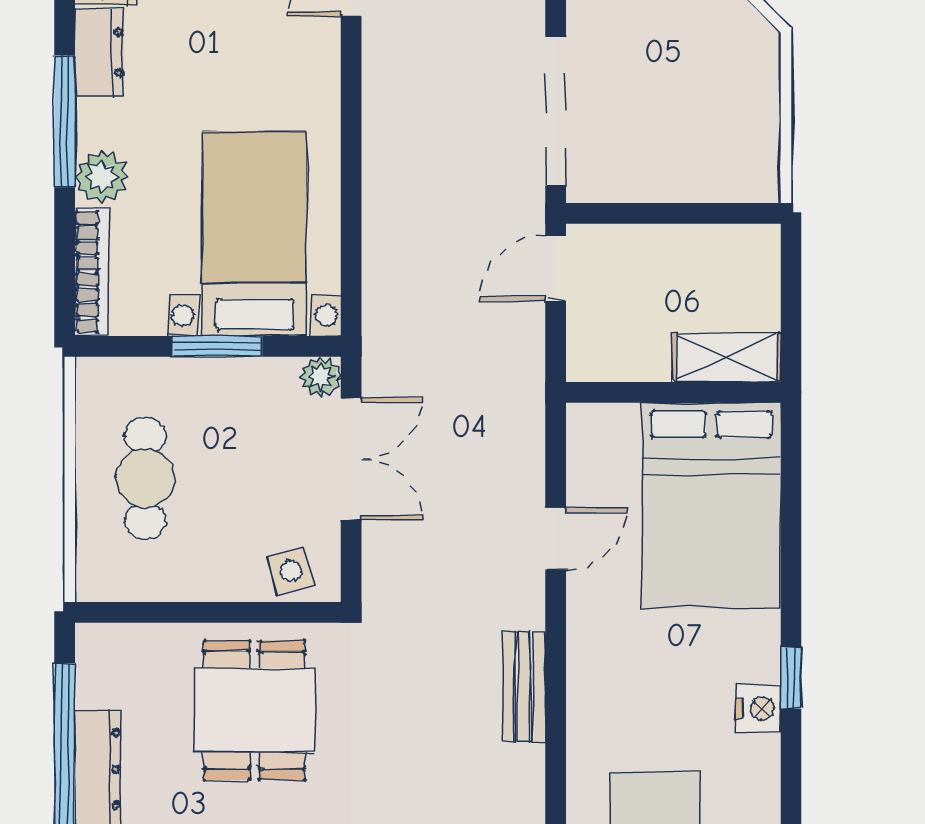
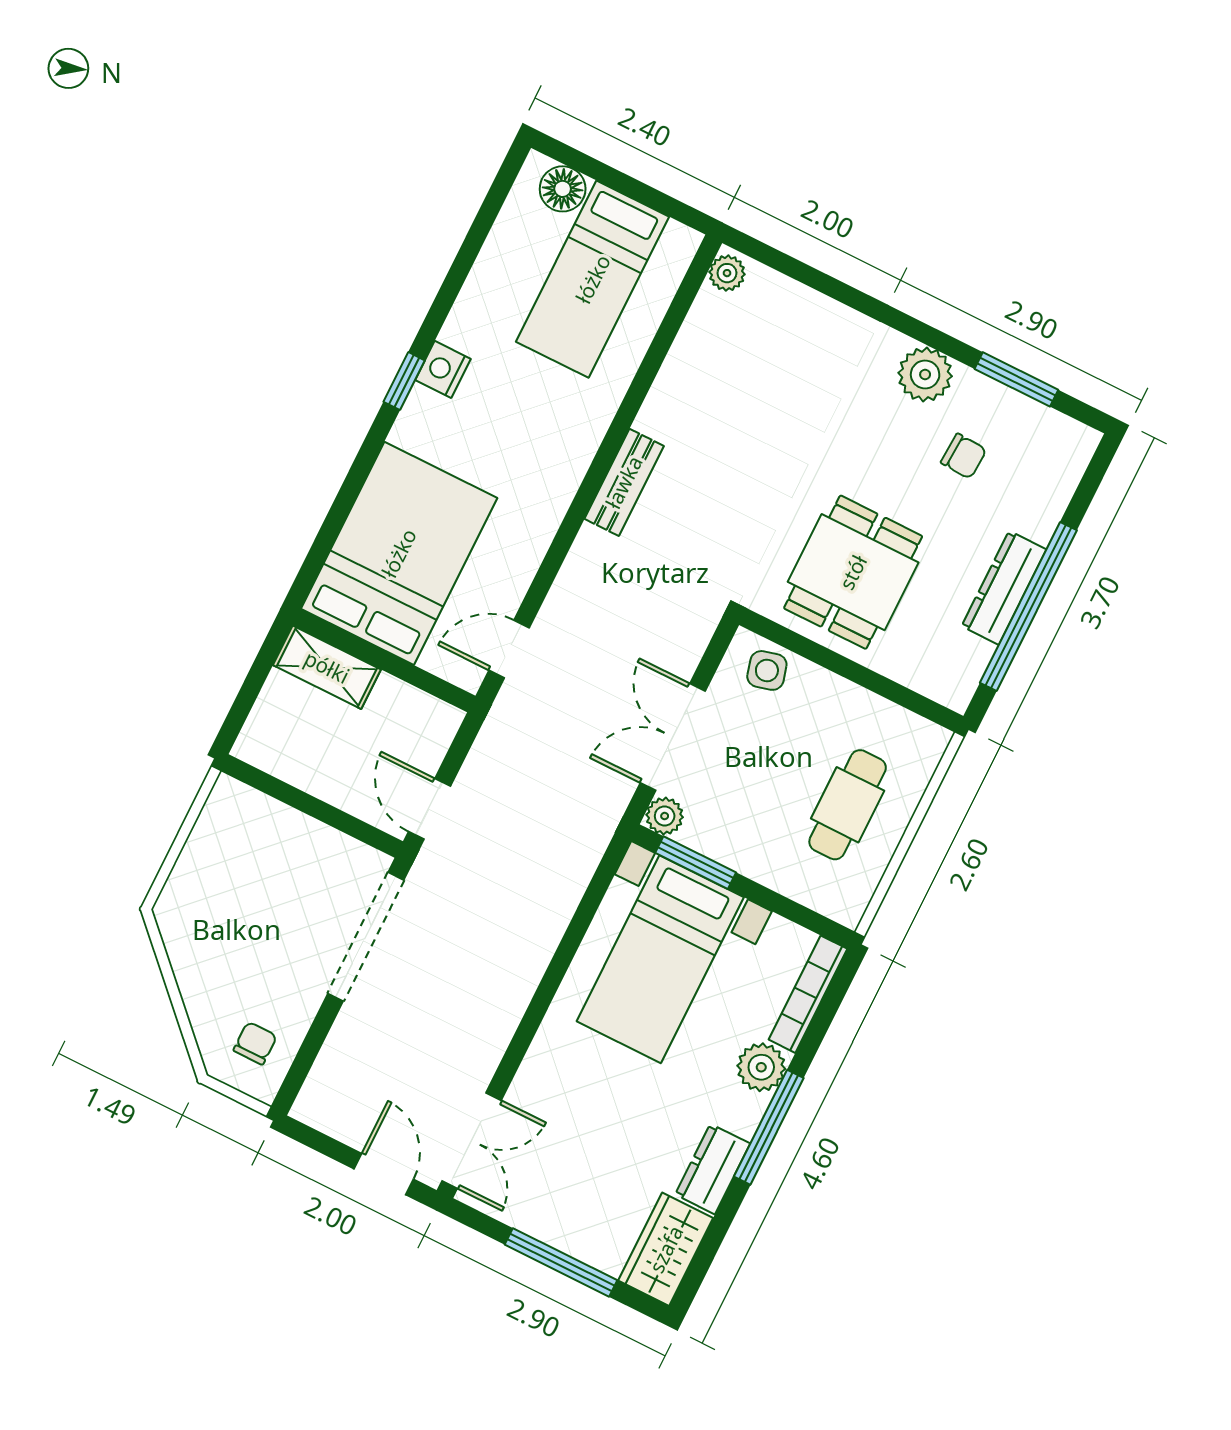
door: (556, 269) -> (429, 809), swing flipped
window: (217, 346) -> (696, 863), moved
door: (556, 539) -> (509, 649), moved

